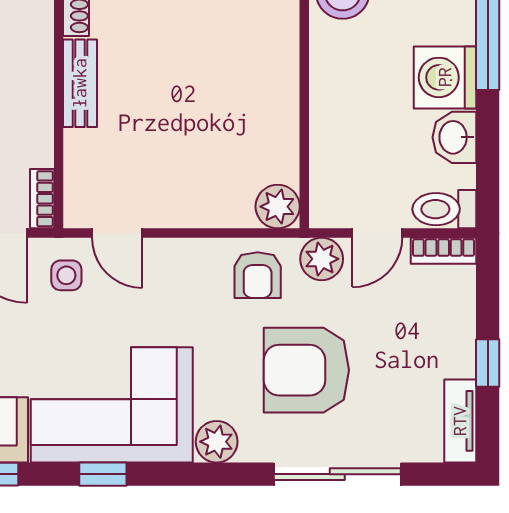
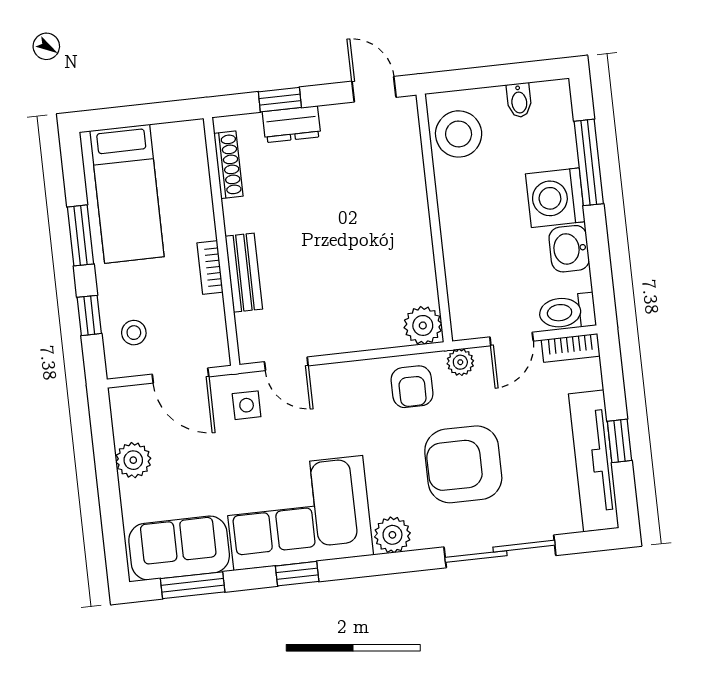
bench: (80, 83) -> (244, 273), moved
bookcase: (42, 199) -> (210, 267), moved
plant: (322, 259) -> (460, 362), width x0.73, depth x0.73
tv unit: (460, 421) -> (594, 461), width x1.92, depth x1.29

